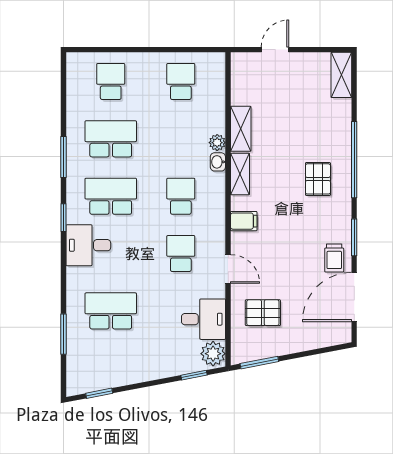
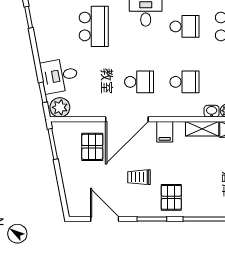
pallet: (318, 179) -> (171, 197), moved, turned 90
school desk: (111, 196) -> (184, 26), width x0.54
trolley: (334, 258) -> (139, 177), moved
door: (228, 269) -> (127, 119), width x1.88
door: (354, 297) -> (105, 219), width x0.73
desk: (203, 319) -> (59, 76), moved, turned 79

